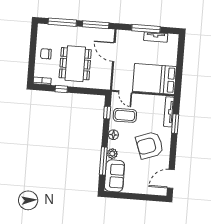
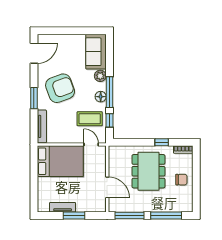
window: (146, 29) -> (74, 216), width x0.69
window: (175, 124) -> (34, 98), moved
window: (103, 161) -> (109, 92), moved

